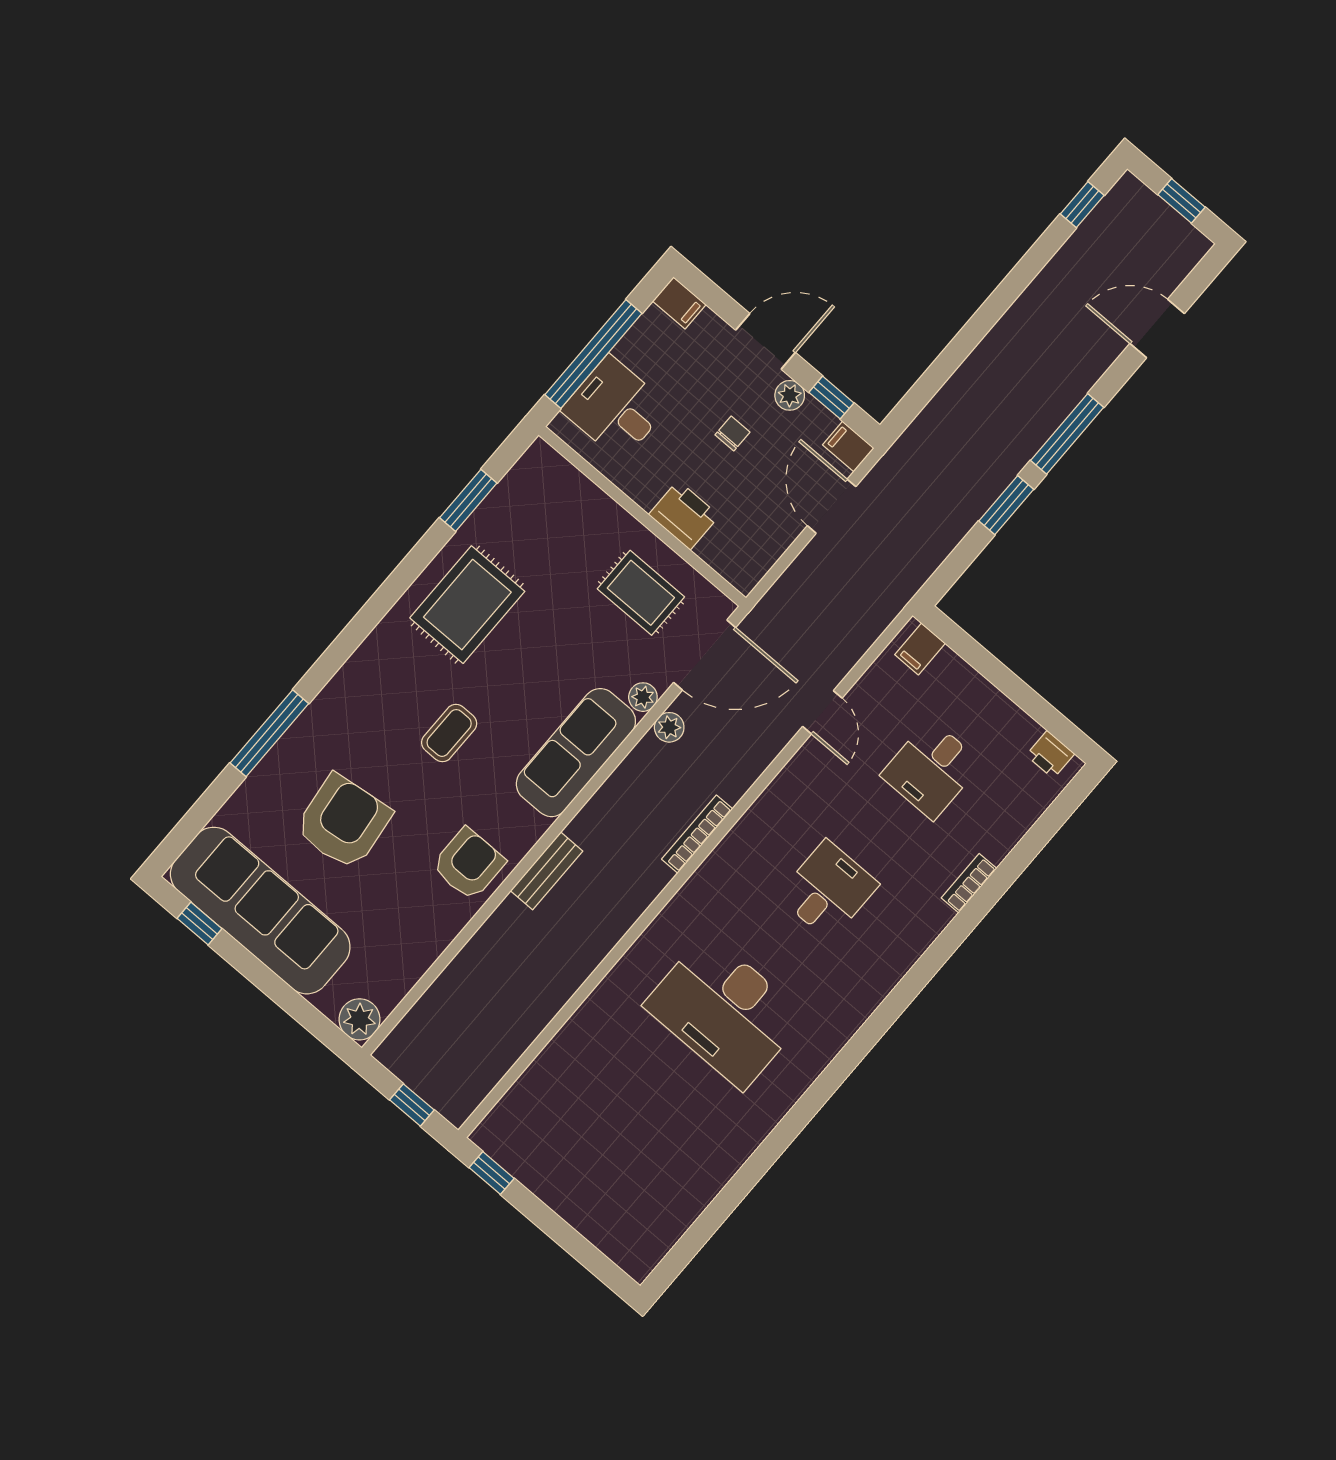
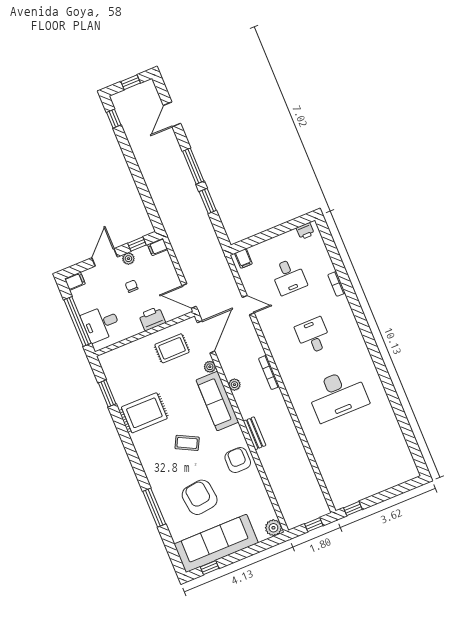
door: (832, 506) -> (189, 296), moved
rug: (467, 605) -> (144, 413), turned 90
plant: (669, 727) -> (234, 385), moved
coffee table: (449, 733) -> (187, 443), turned -63

